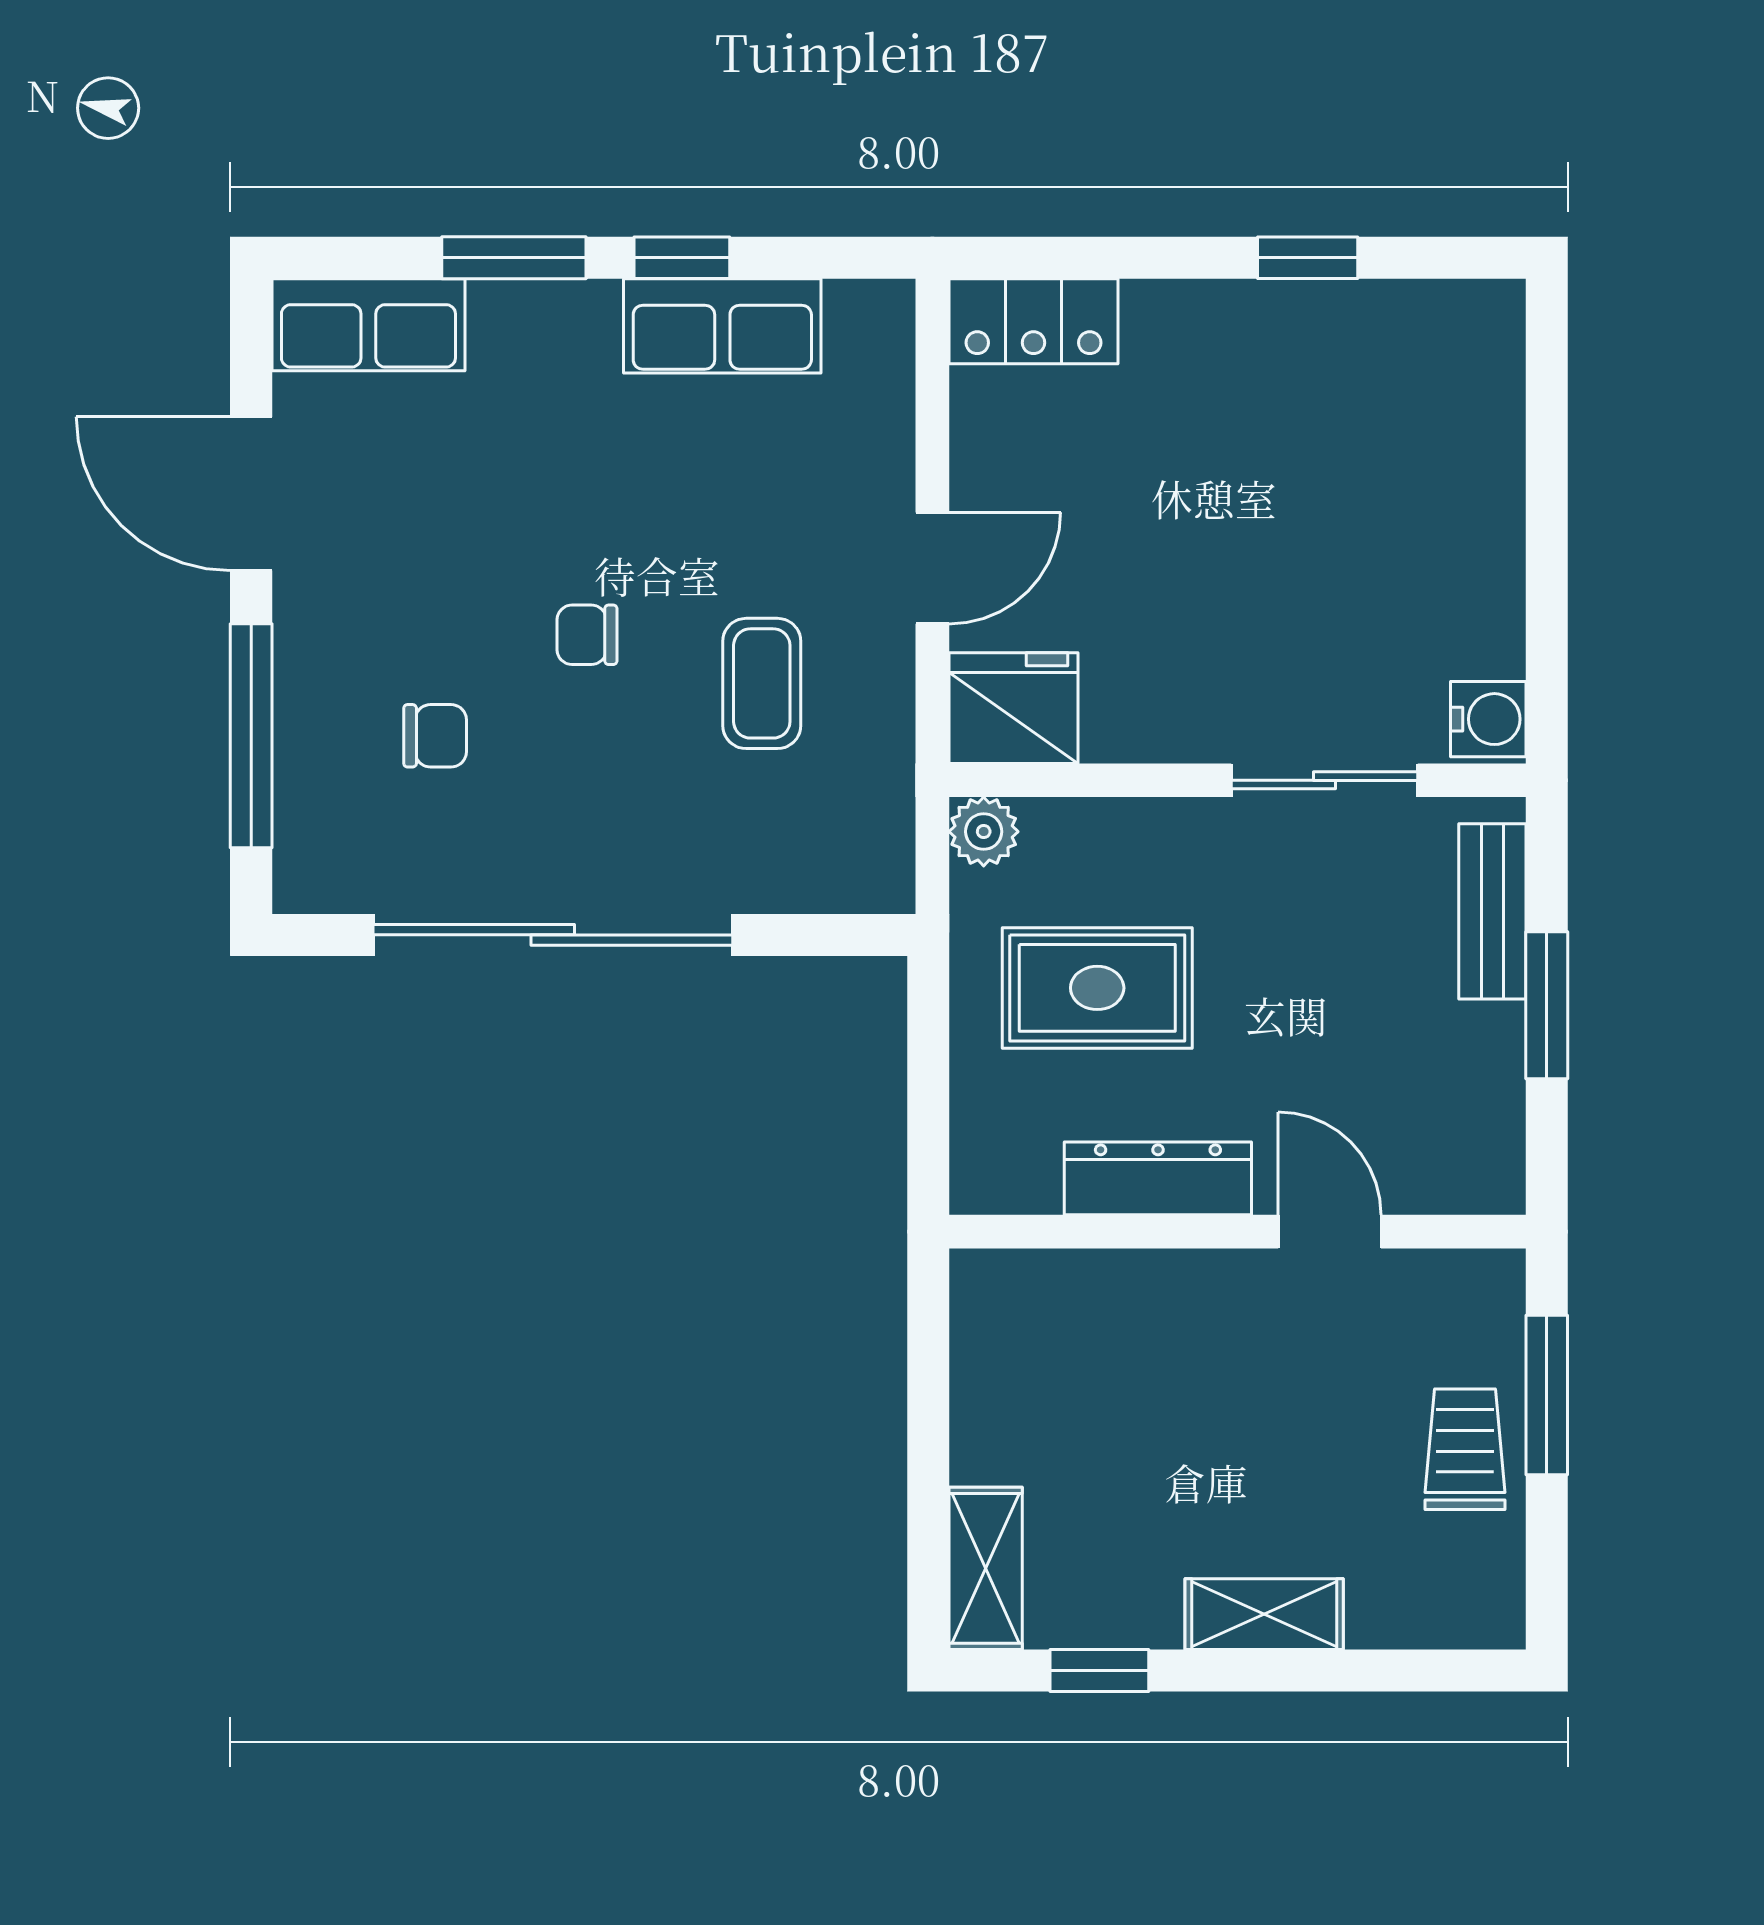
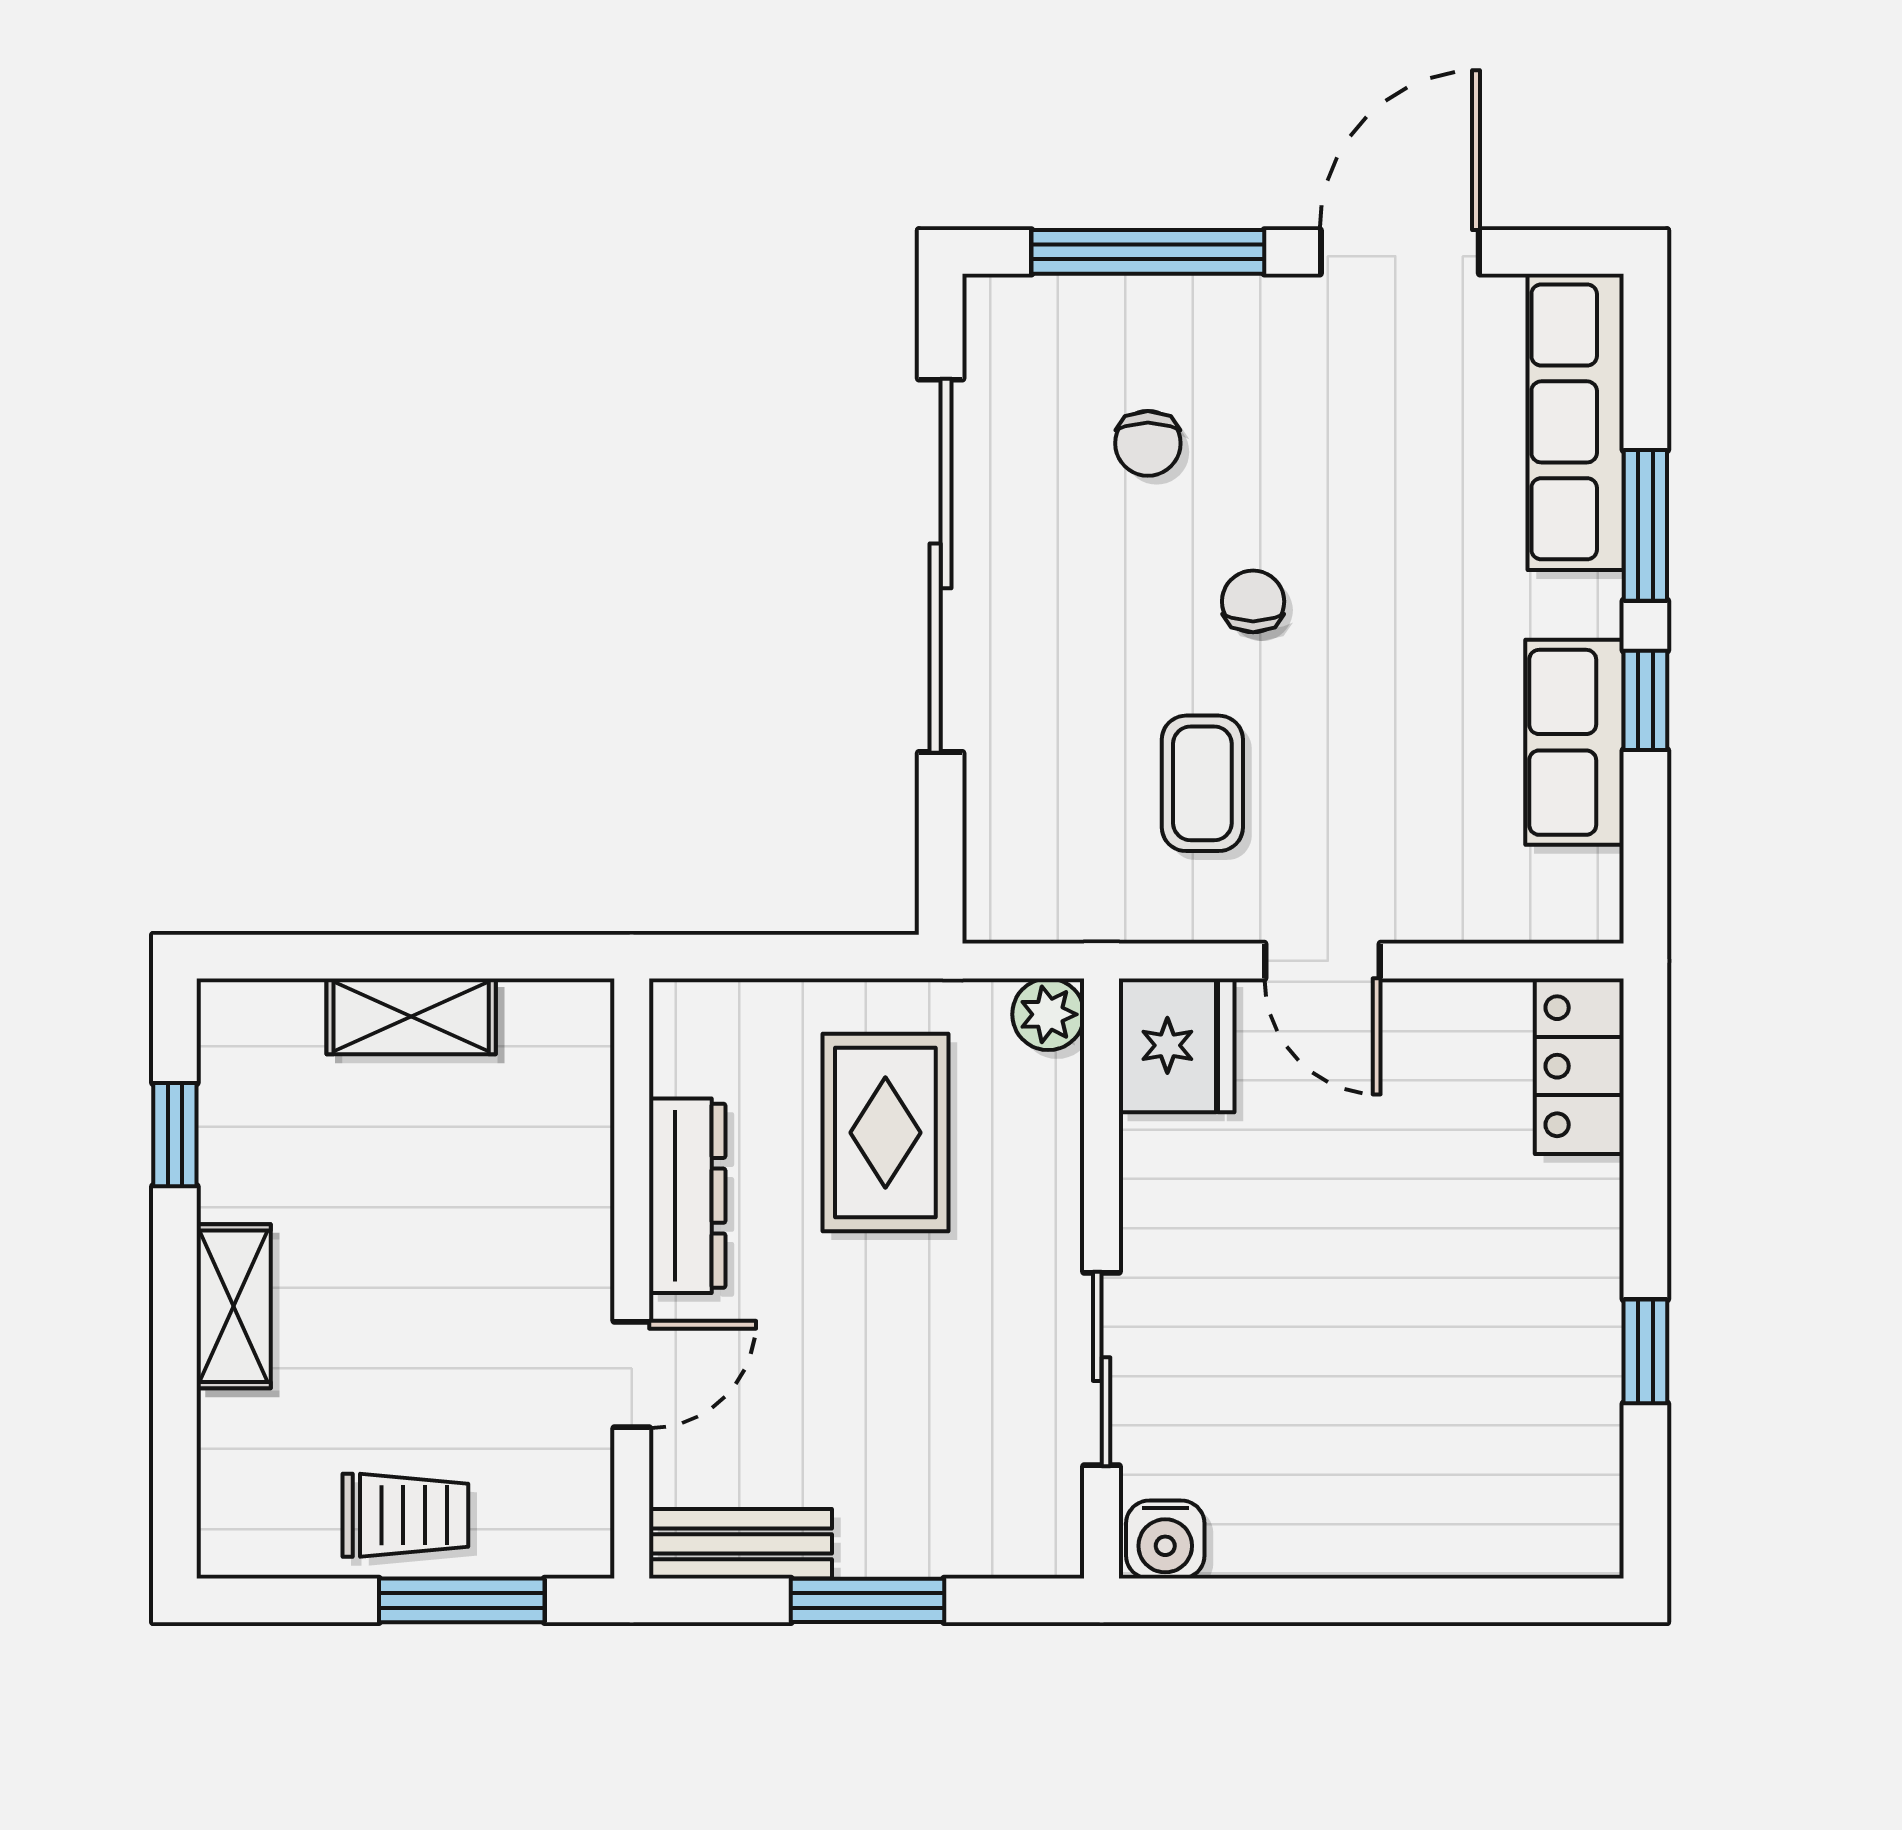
row of seats: (368, 325) -> (1576, 422), width x1.48
coffee table: (762, 683) -> (1202, 783), turned 90
bench: (1492, 911) -> (740, 1544), moved
shelving: (986, 1568) -> (411, 1016), moved

